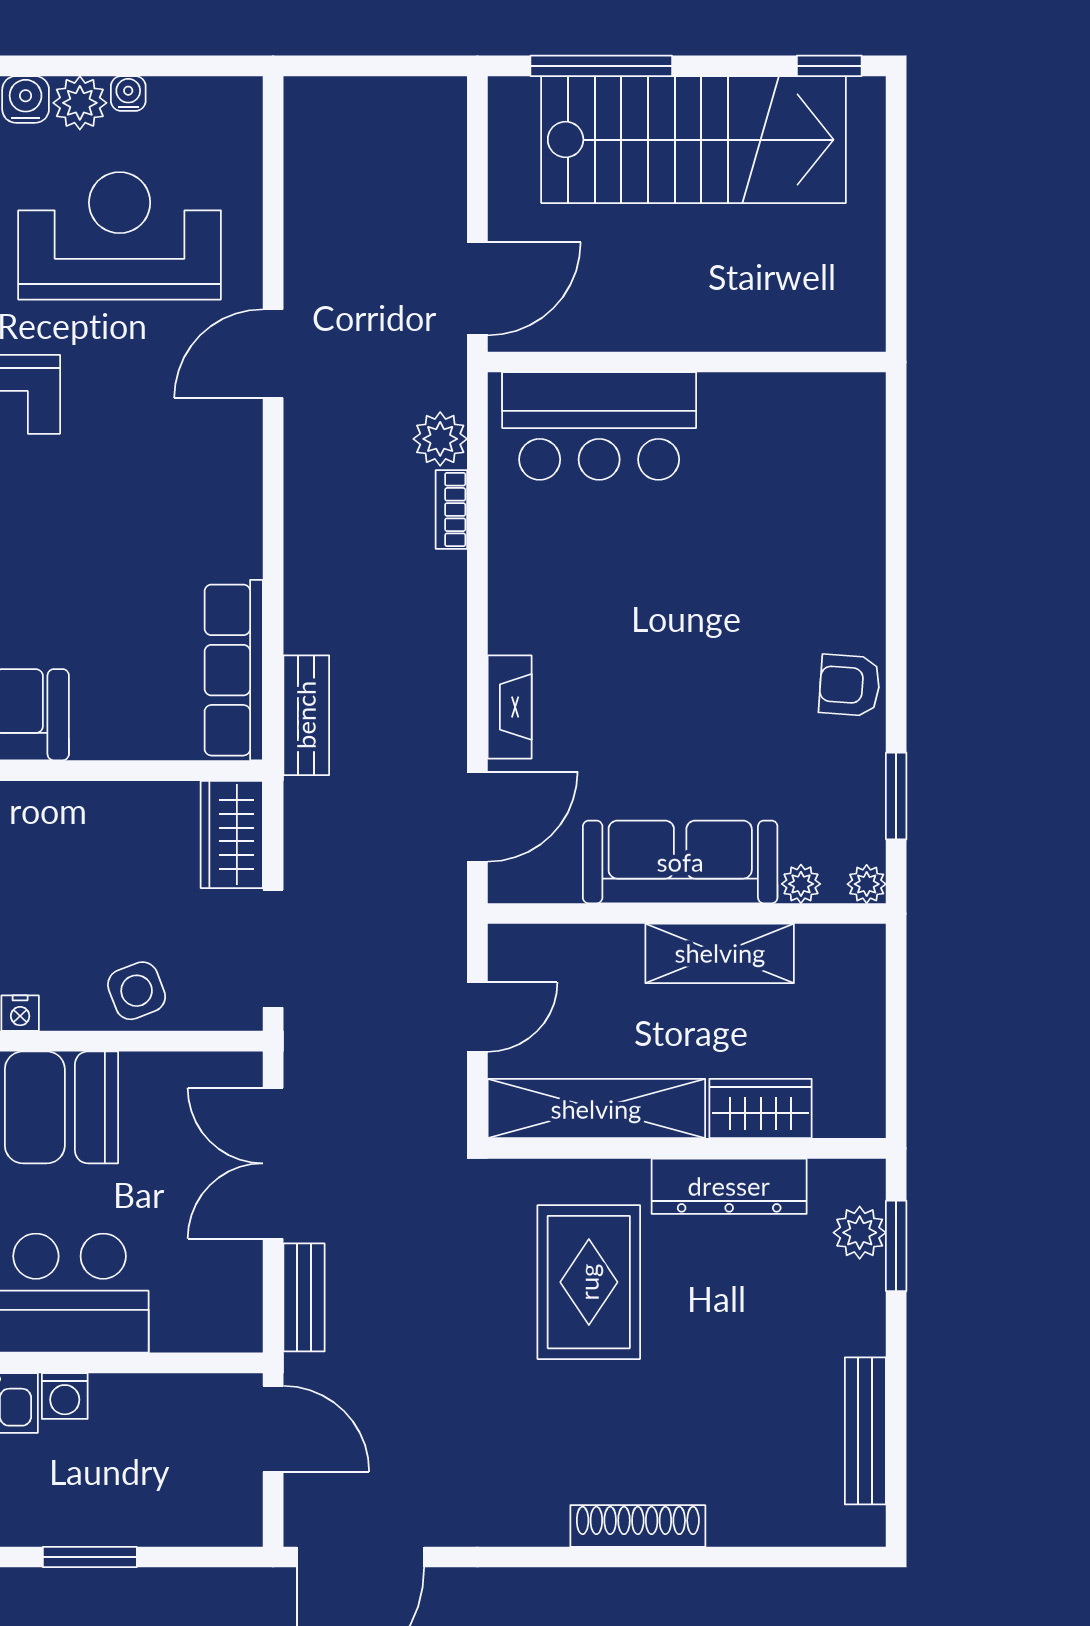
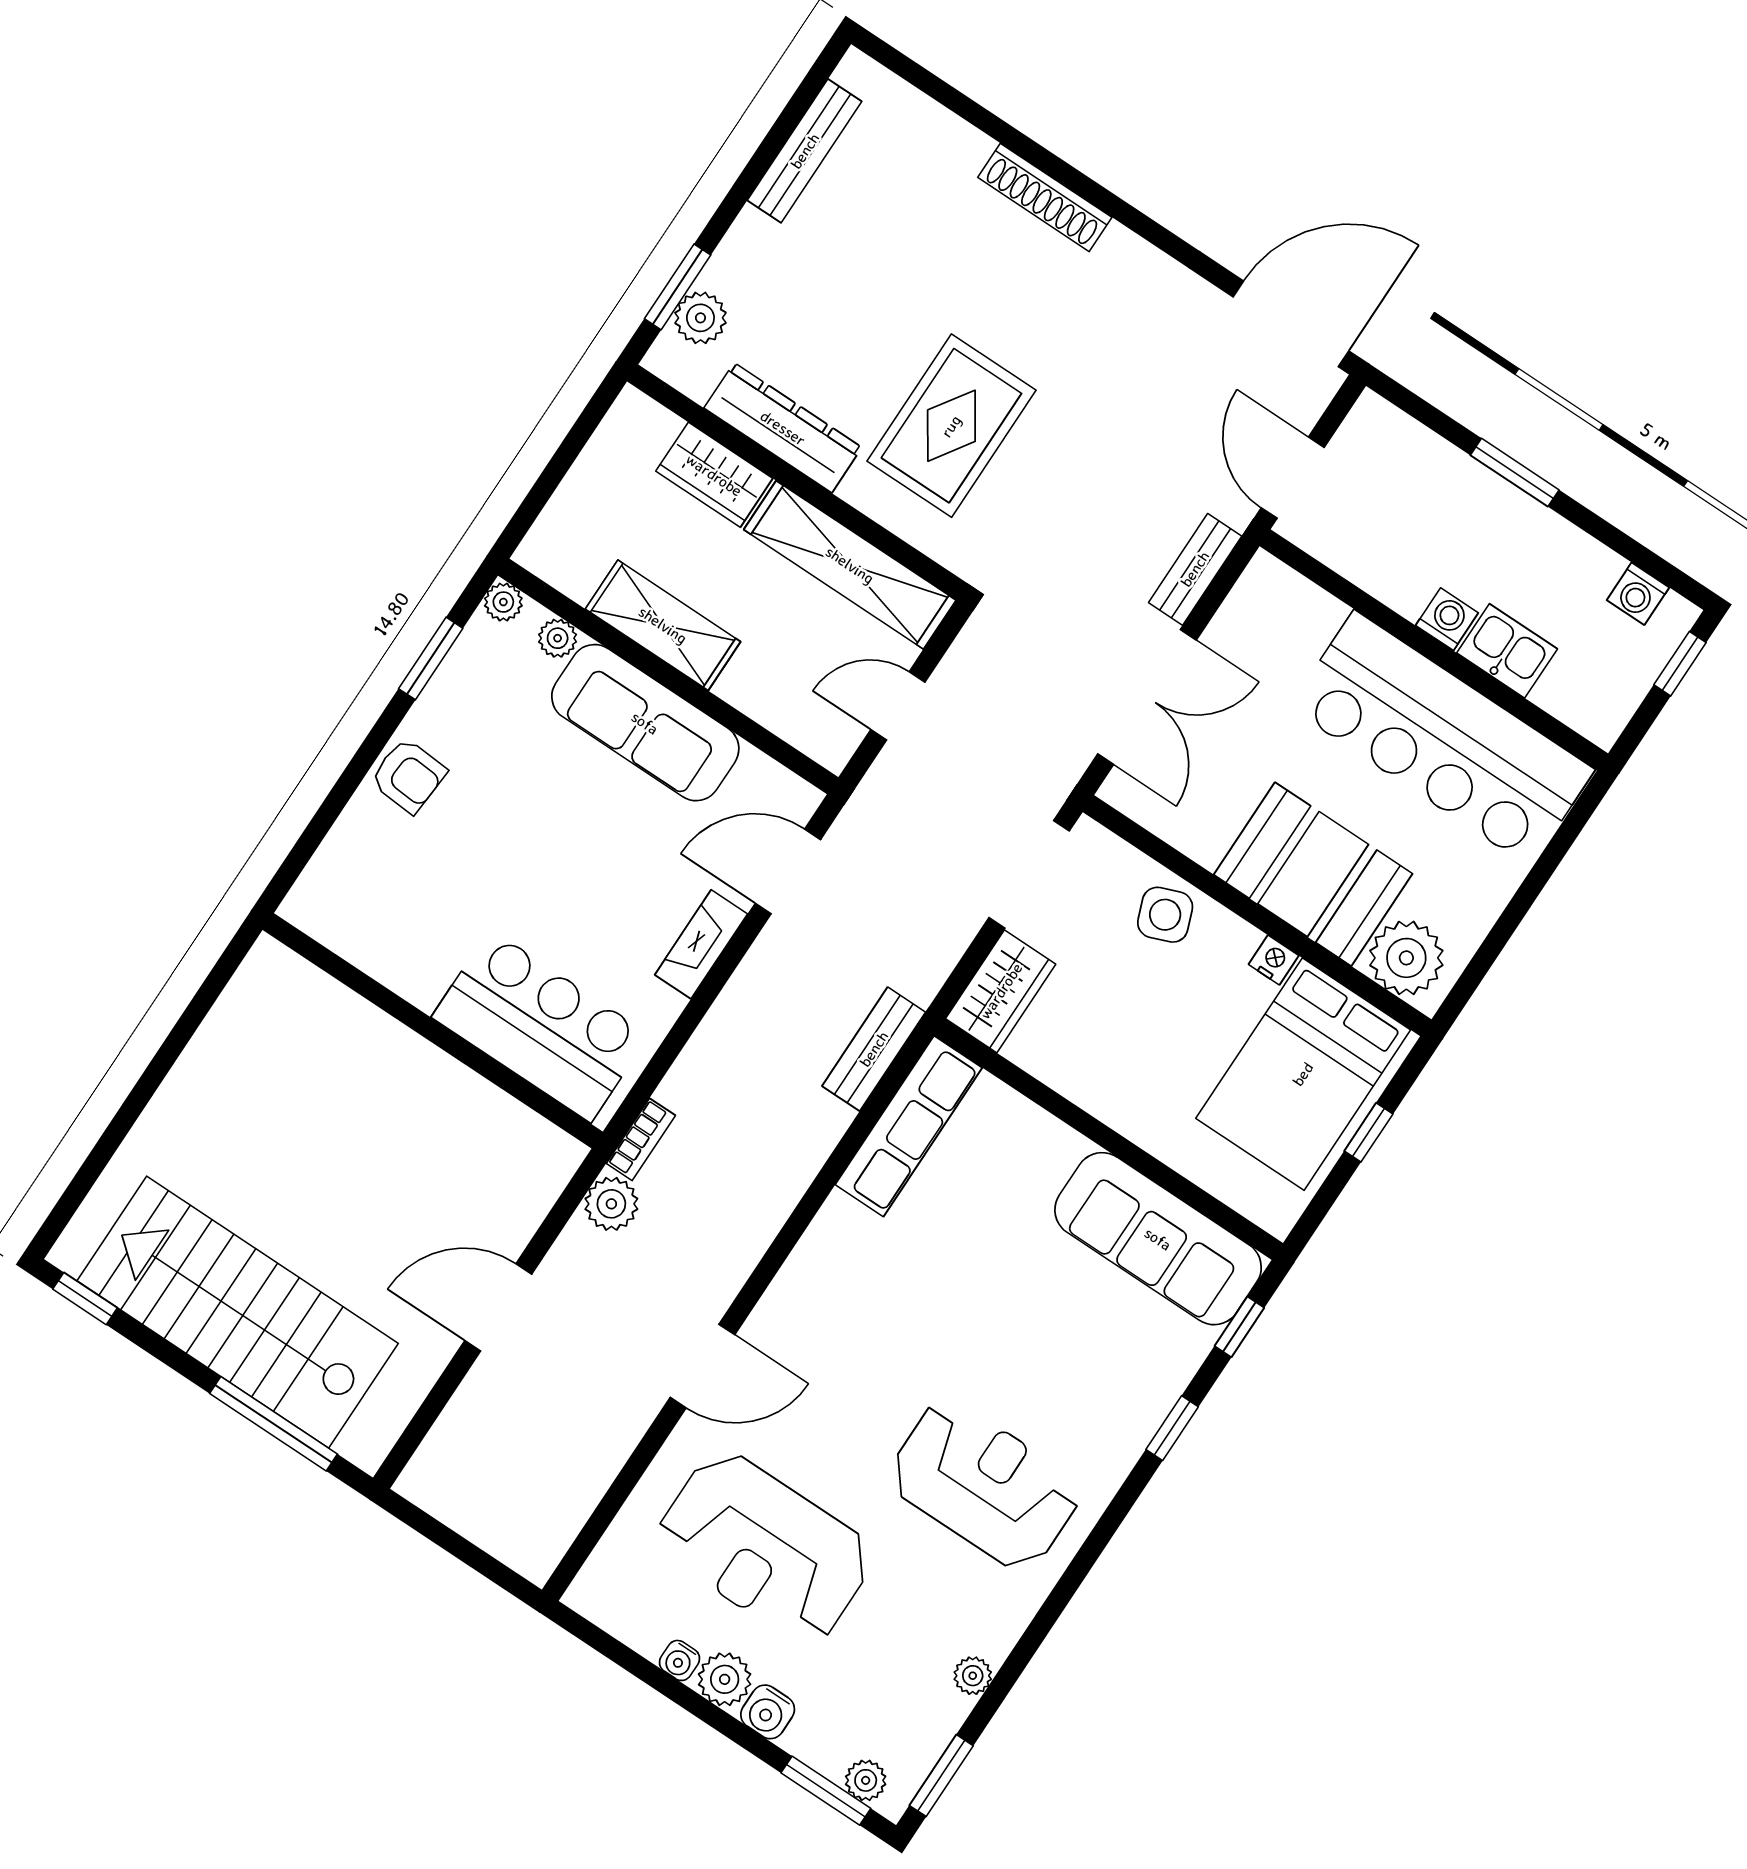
wall: (687, 362) -> (433, 1031), moved
bar counter: (599, 426) -> (540, 1026), moved

